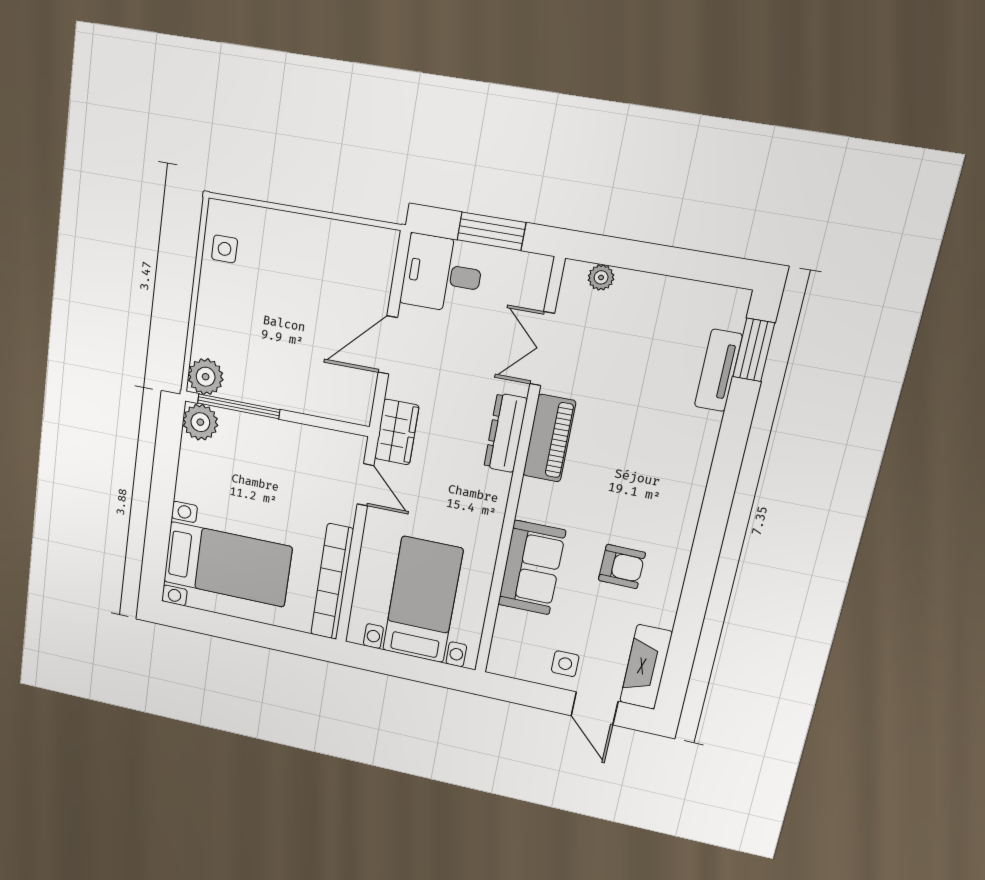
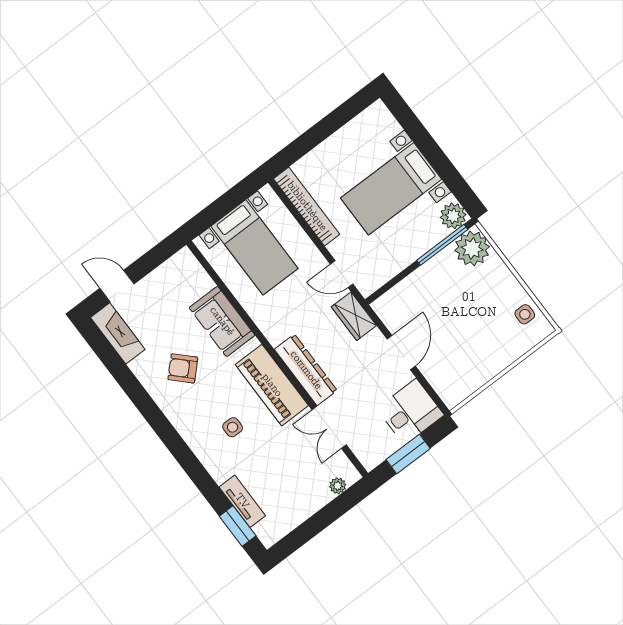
double door: (542, 349) -> (329, 427), swing flipped
plant: (206, 377) -> (472, 248), width x1.36, depth x1.36
dresser: (505, 433) -> (306, 370), width x1.37, depth x1.24
piano: (549, 438) -> (272, 385), width x1.37, depth x1.33
bed with nightstands: (227, 564) -> (391, 189), moved
armchair: (622, 566) -> (183, 368), turned 44
side table: (565, 664) -> (233, 427), moved

